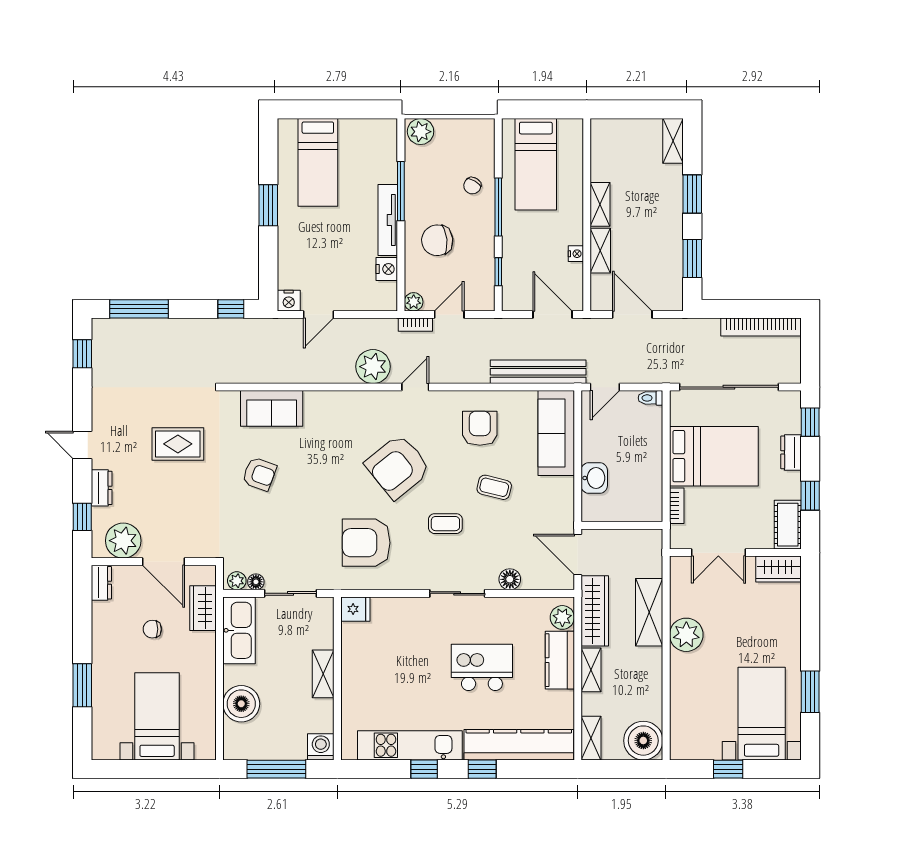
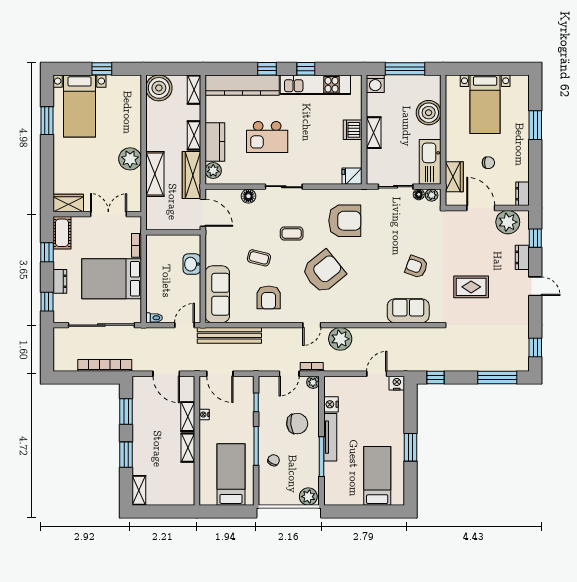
bookcase: (761, 327) -> (105, 365), moved
dishwasher: (354, 678) -> (353, 130), added

